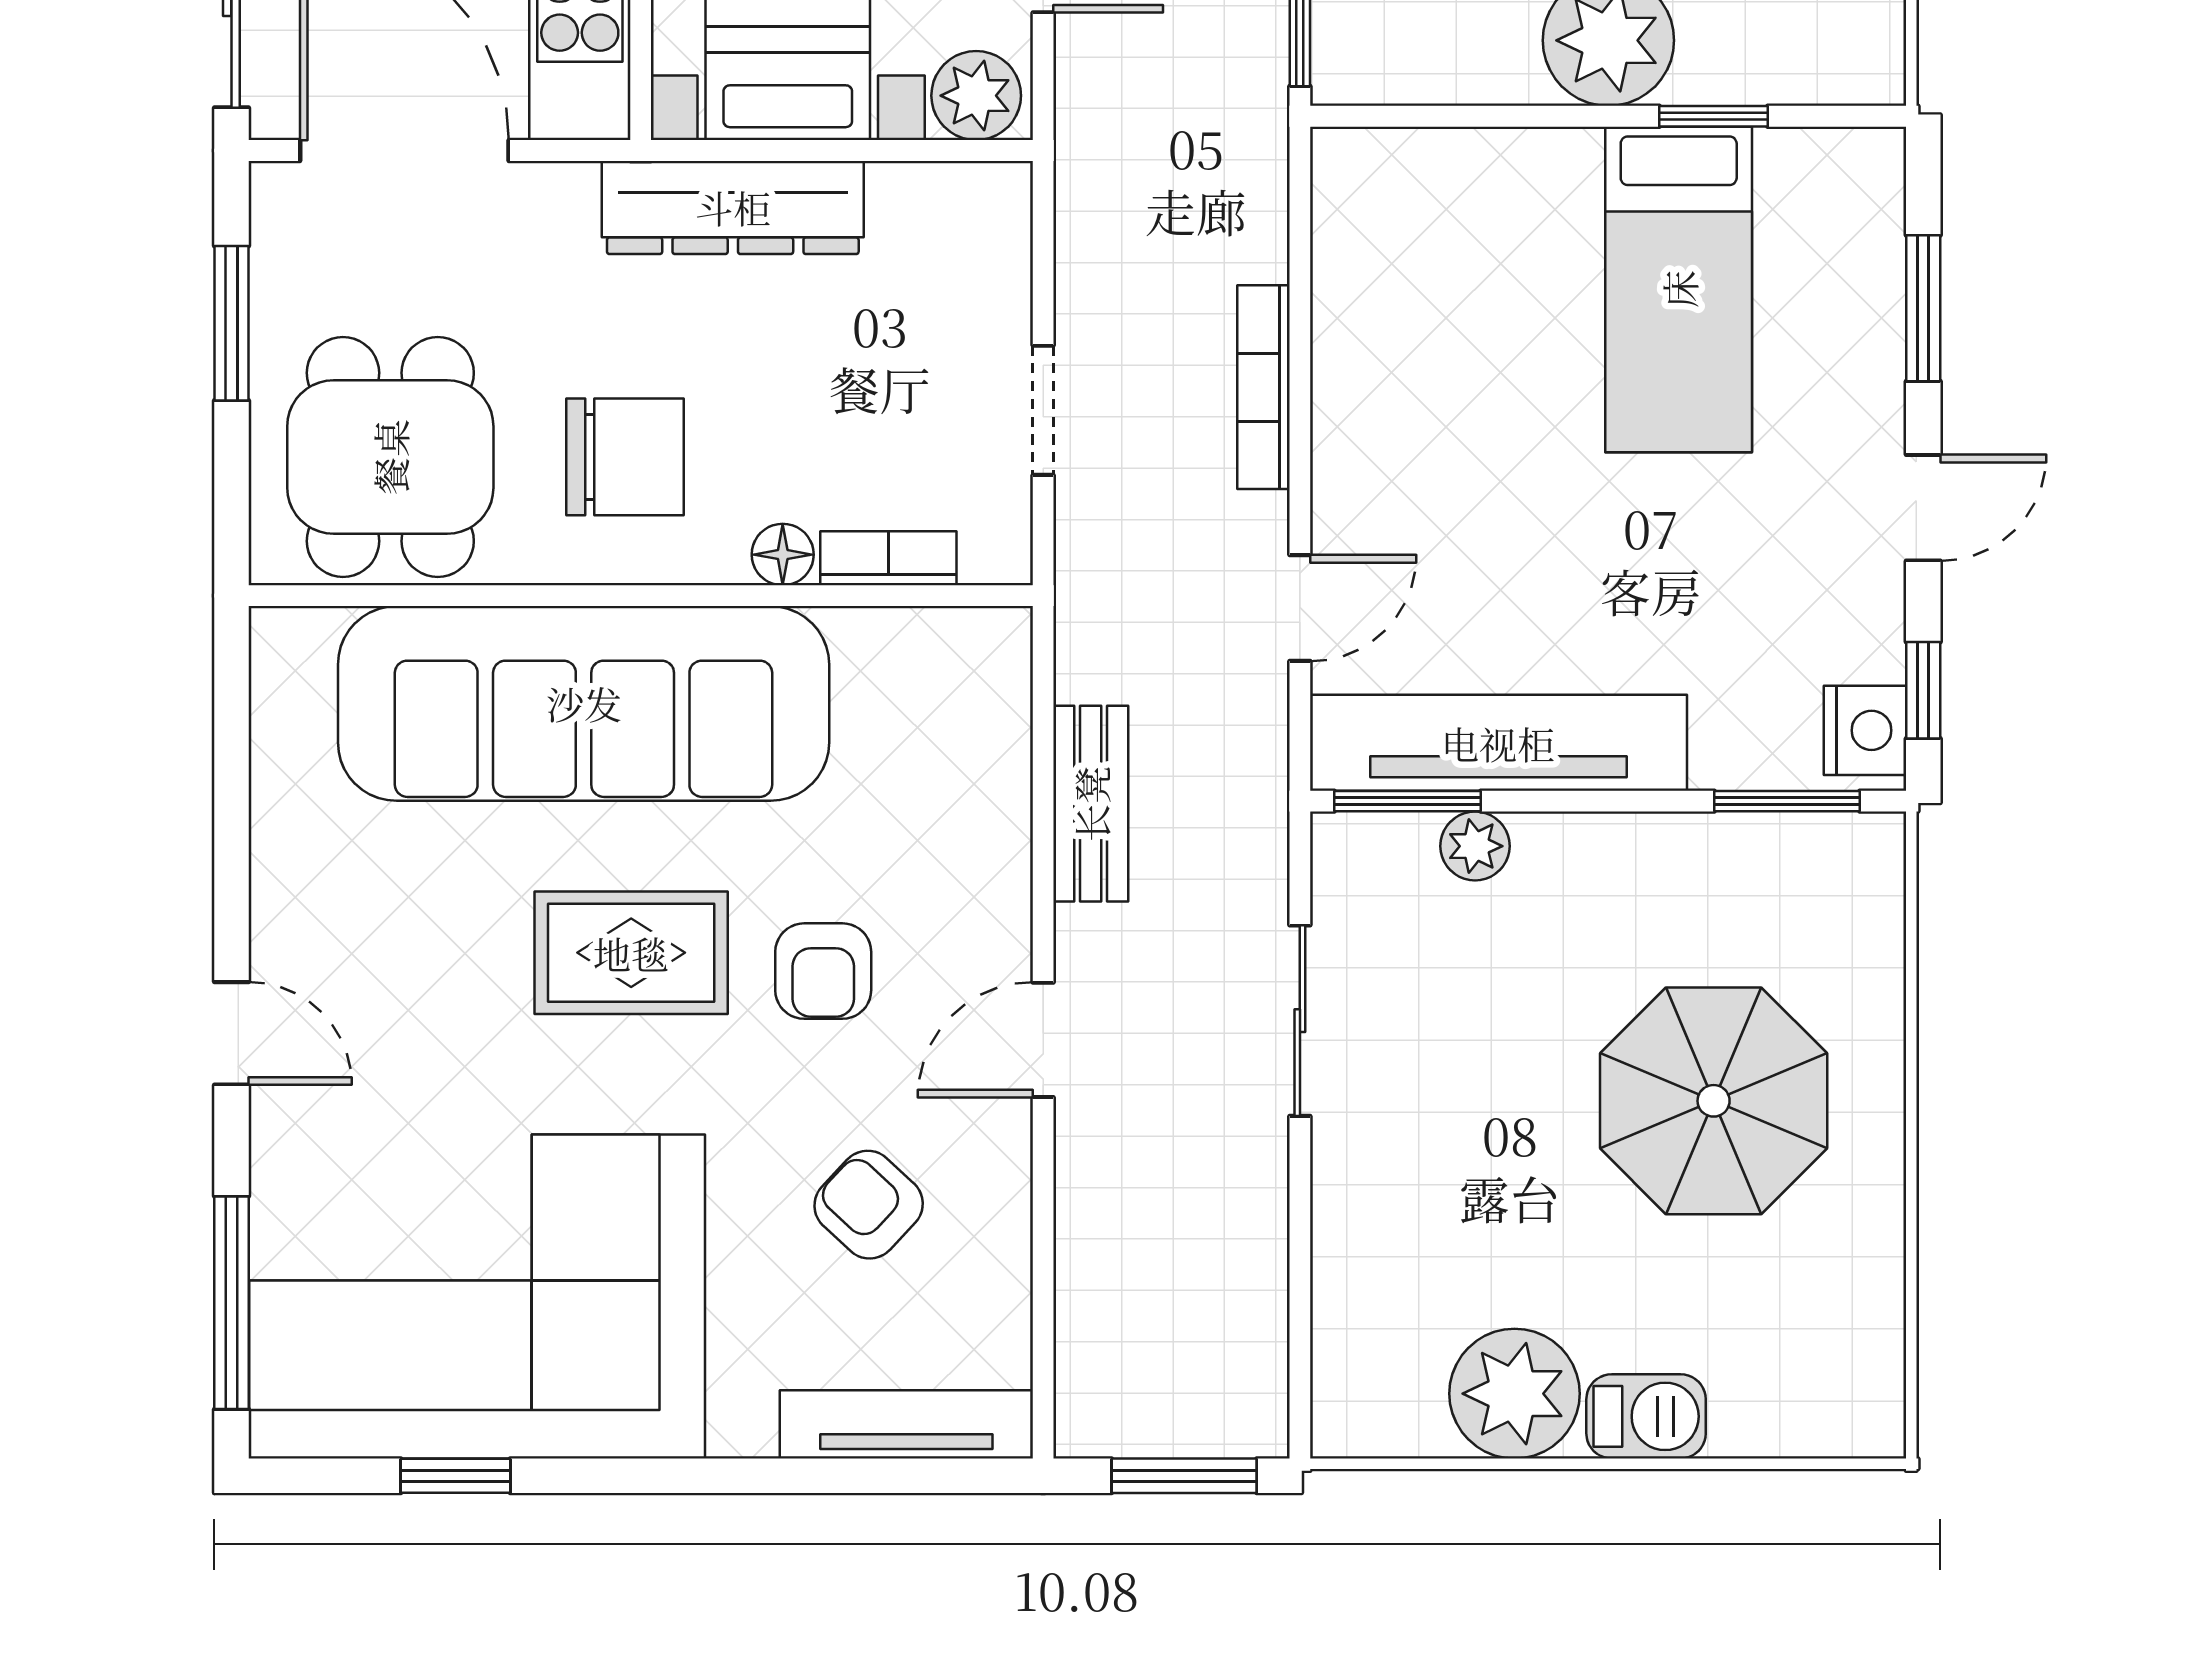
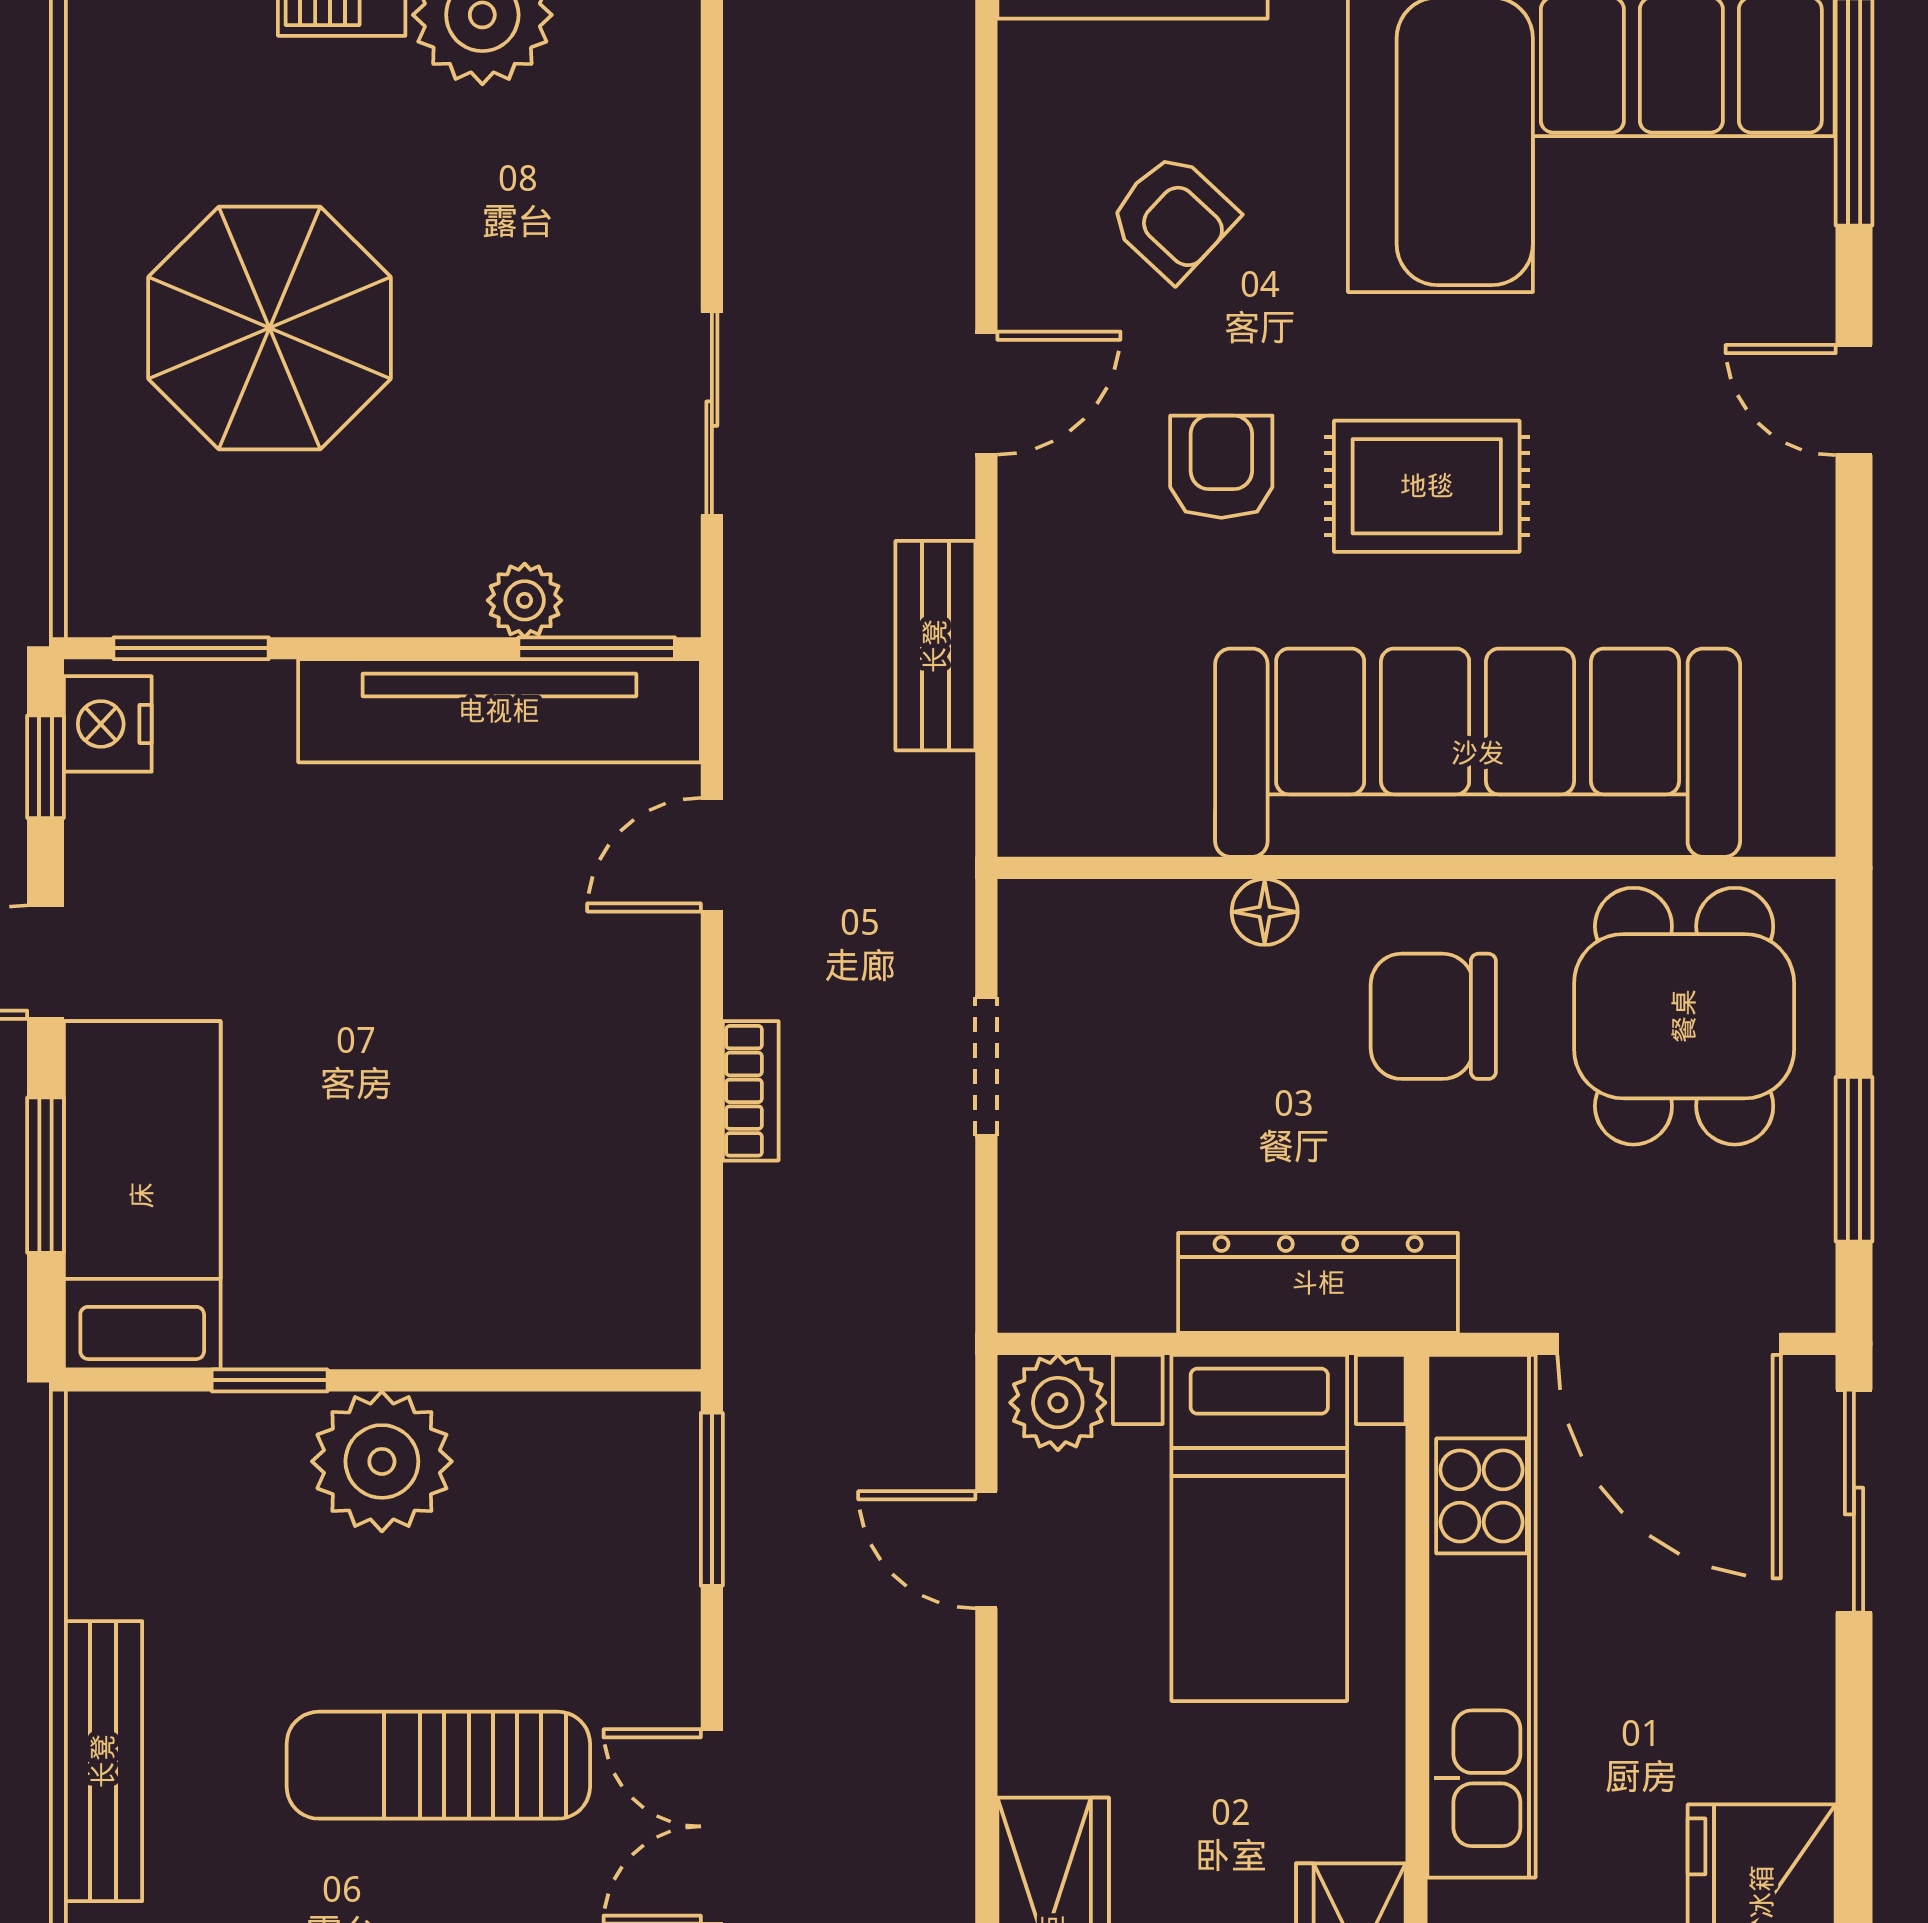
bed: (1679, 289) -> (142, 1195), moved
bookcase: (1263, 387) -> (751, 1091), width x0.64
bookcase: (888, 558) -> (1152, 908), removed

